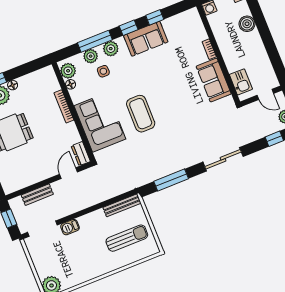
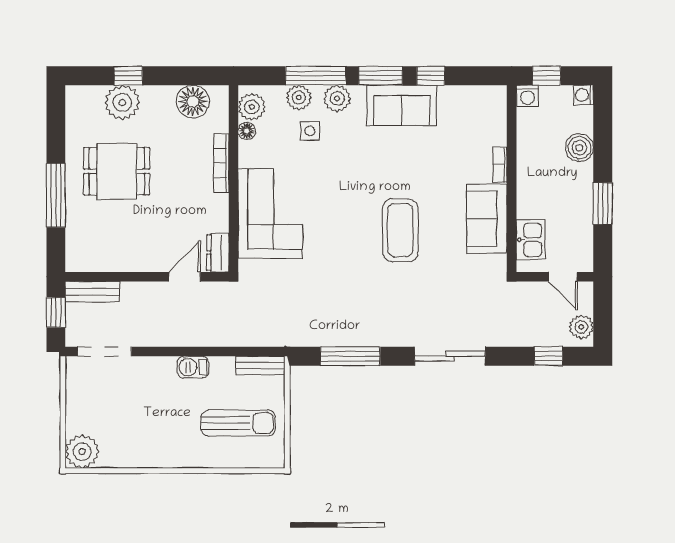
window: (129, 28) -> (381, 76), width x1.50
window: (271, 48) -> (603, 204), added
floor lamp: (13, 85) -> (193, 102), moved, width x1.89, depth x1.89
coffee table: (141, 114) -> (400, 230), moved
bench: (37, 195) -> (92, 292), moved
bench: (122, 205) -> (261, 365), width x0.73
barbecue: (70, 227) -> (193, 367), moved

